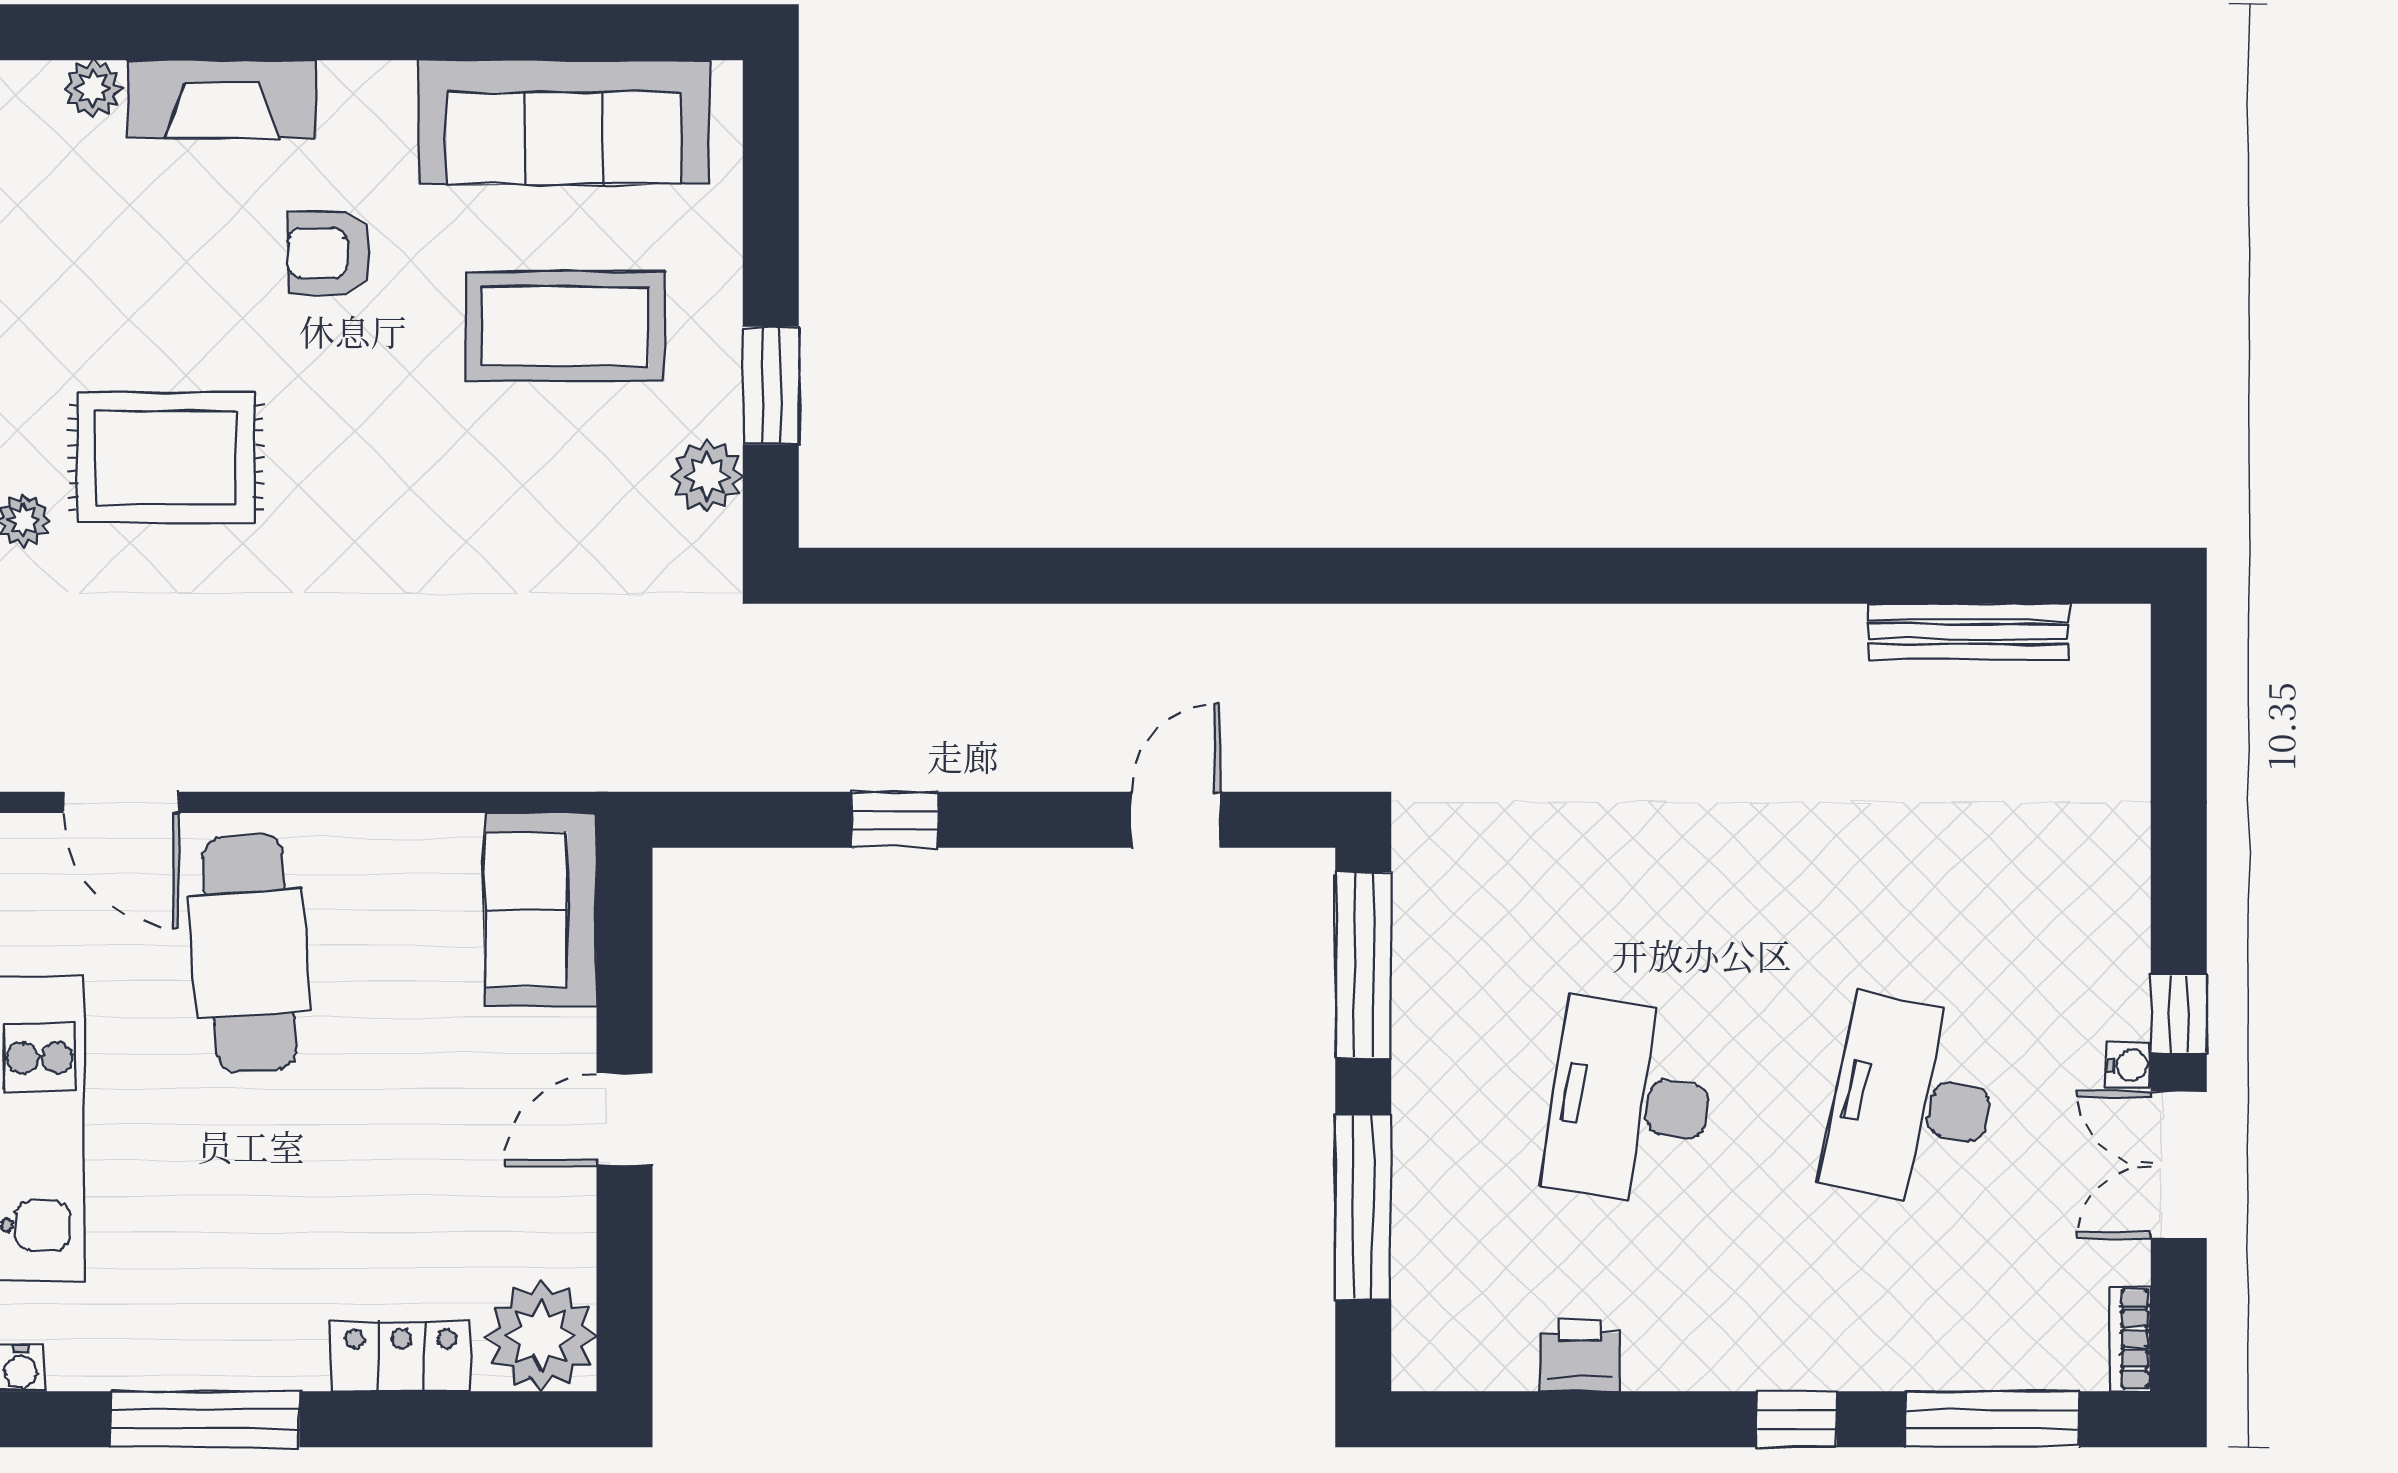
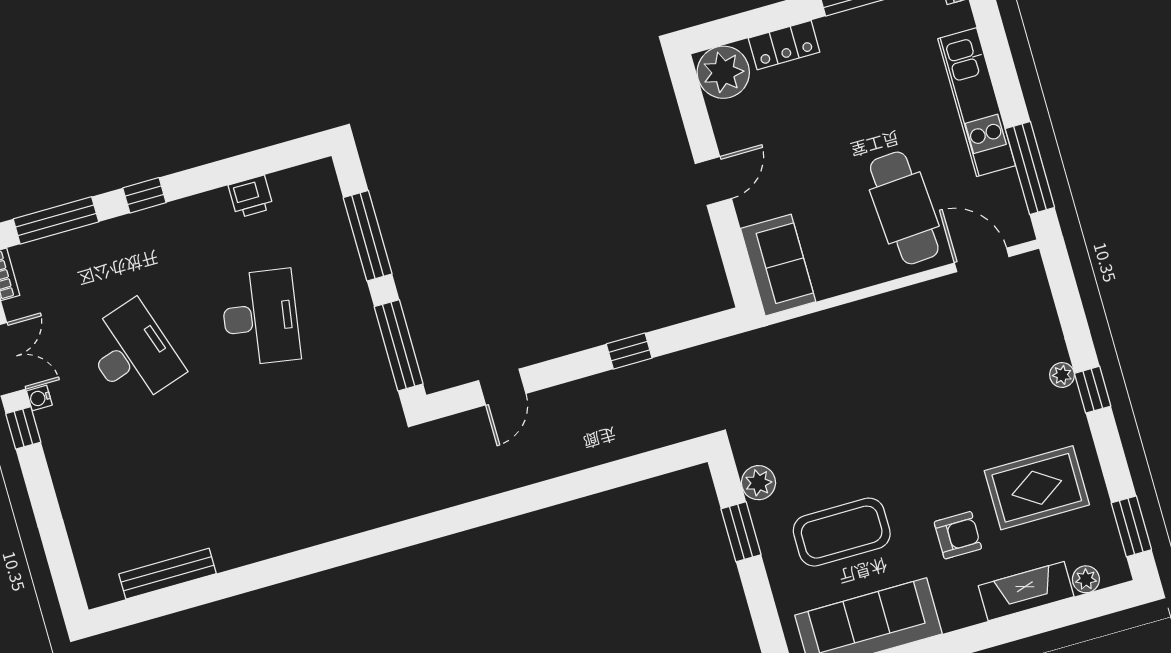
rug: (166, 458) -> (1037, 488), moved
desk: (1912, 1102) -> (133, 354), turned -30

